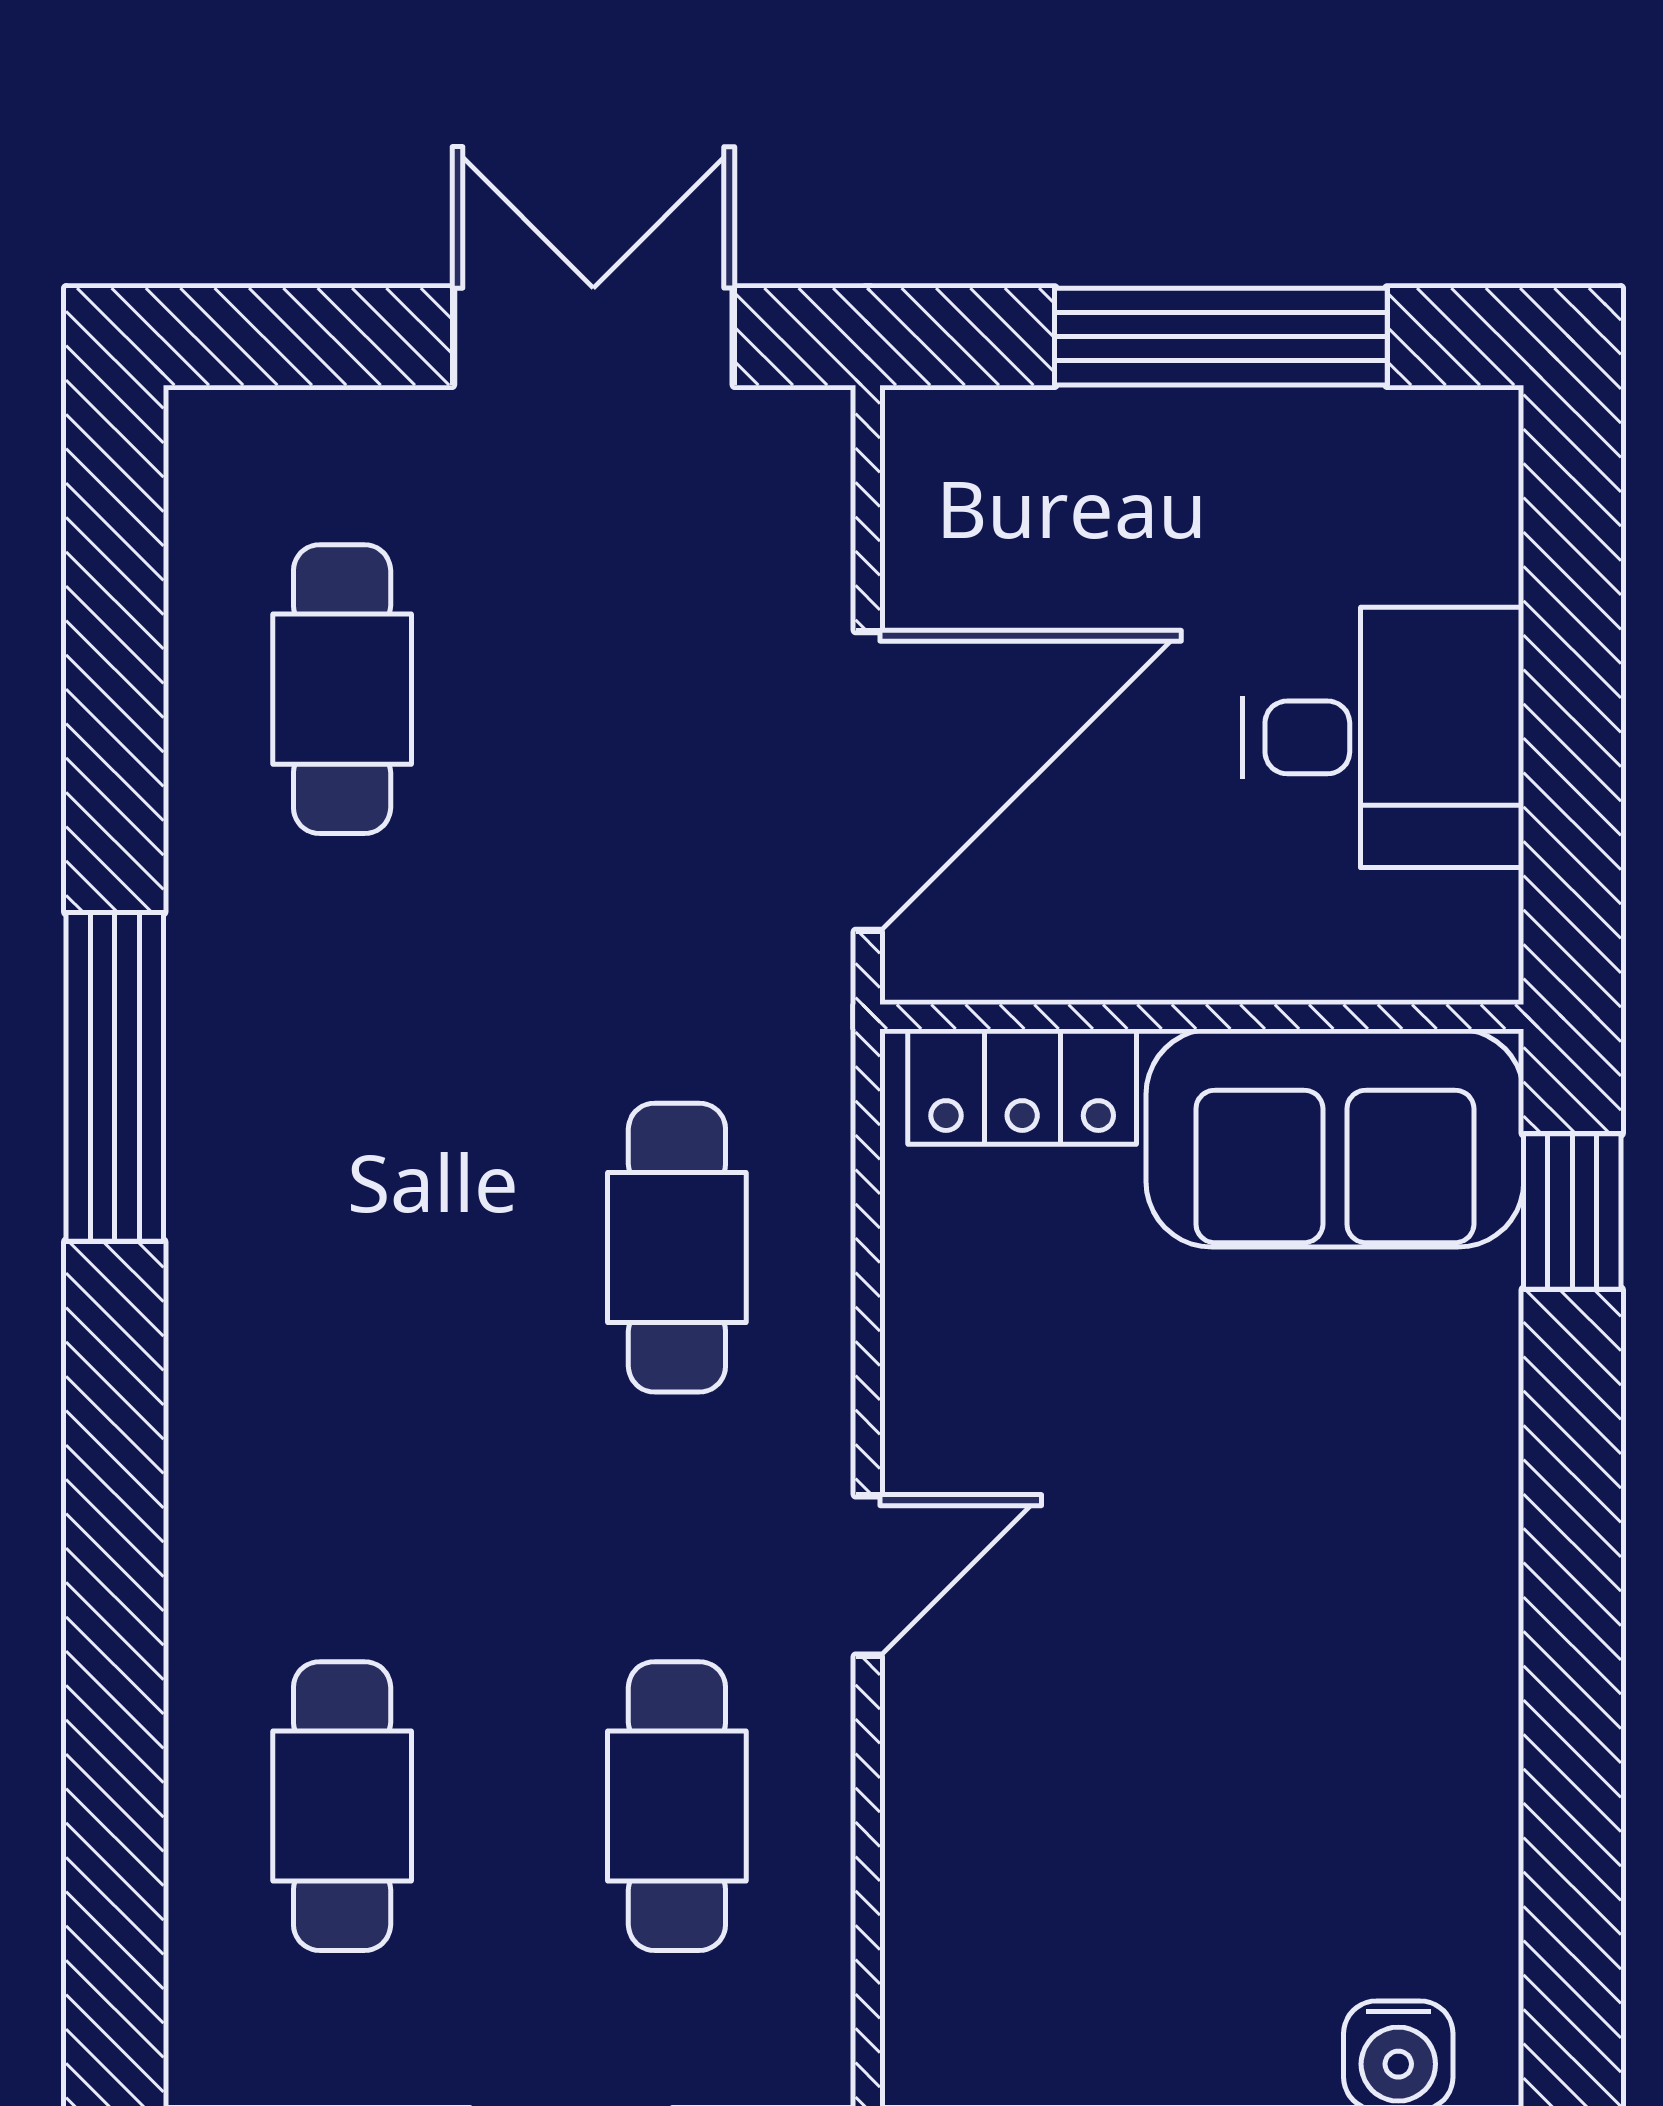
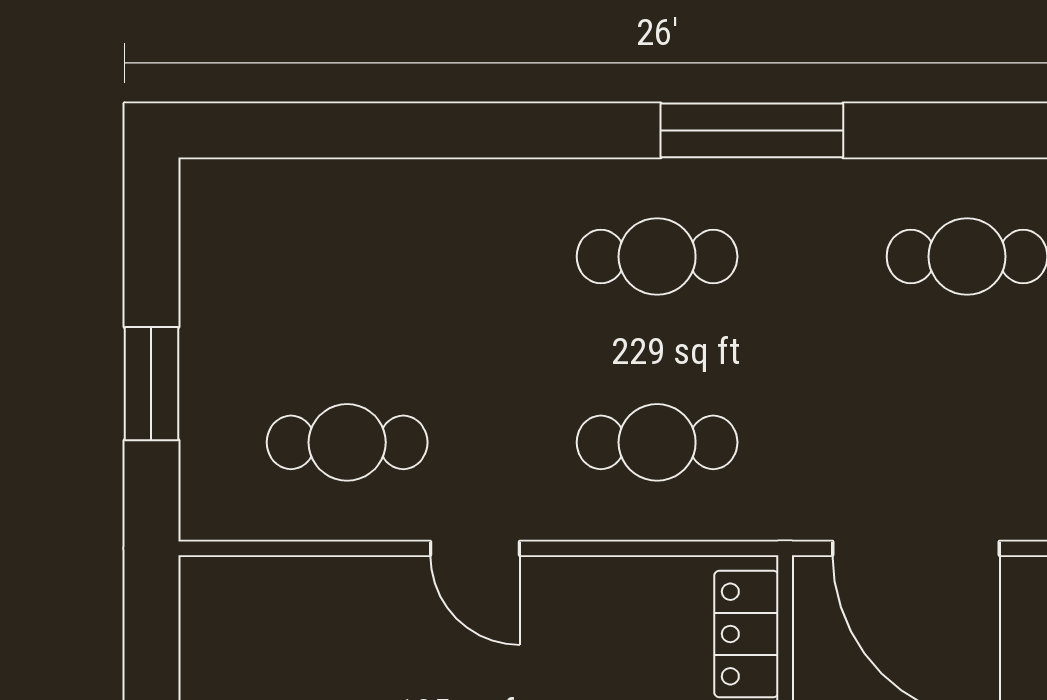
cafe table: (342, 1806) -> (657, 257), moved

